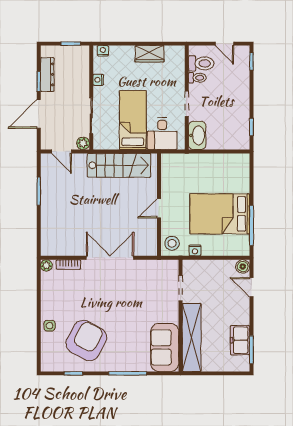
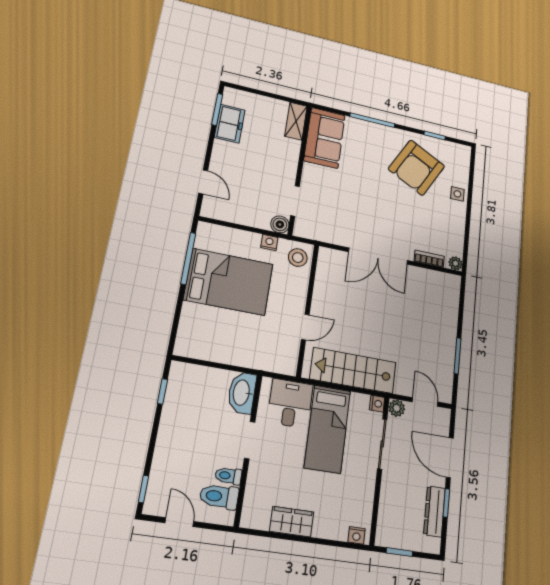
nightstand: (98, 80) -> (377, 404), moved
door: (39, 114) -> (450, 458), swing flipped
door: (159, 208) -> (305, 327), moved
boiler: (243, 267) -> (280, 224), moved
shelving: (192, 337) -> (296, 121), width x0.45, depth x0.75

